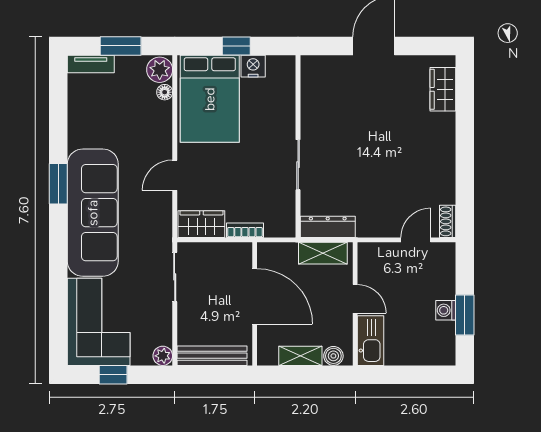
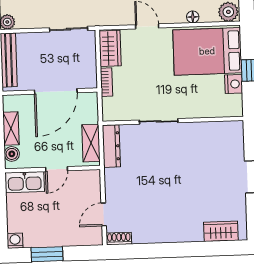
floor lamp: (165, 92) -> (193, 17), moved
door: (416, 240) -> (104, 214), swing flipped
washing machine: (446, 310) -> (15, 241), moved

